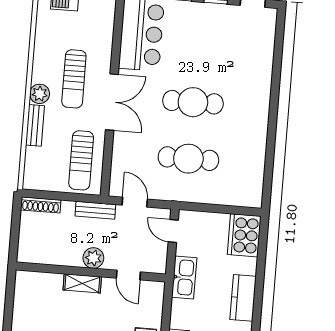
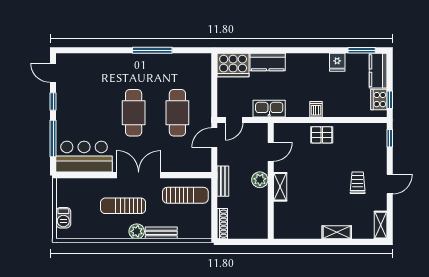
sun lounger: (74, 79) -> (123, 206), turned 180
window: (271, 133) -> (152, 50), added
door: (135, 202) -> (214, 138), moved
kitchen counter: (243, 298) -> (268, 62), moved

